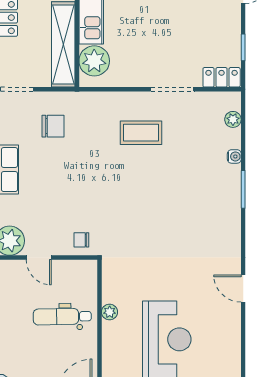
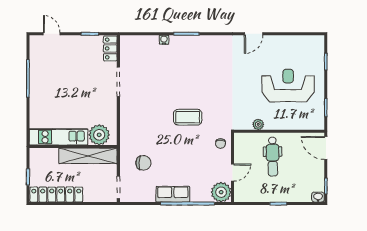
plant: (233, 119) -> (139, 41), removed
chair: (53, 126) -> (143, 163), turned 91
coffee table: (141, 133) -> (188, 117), moved, turned 90
plant: (110, 312) -> (258, 124), moved

